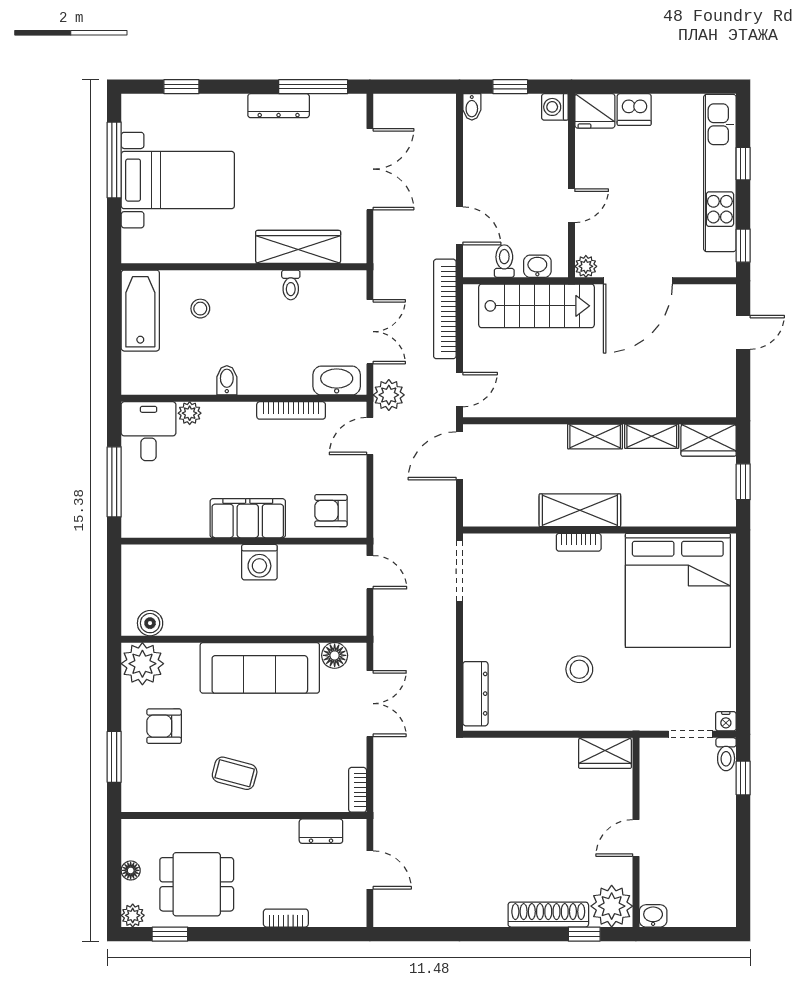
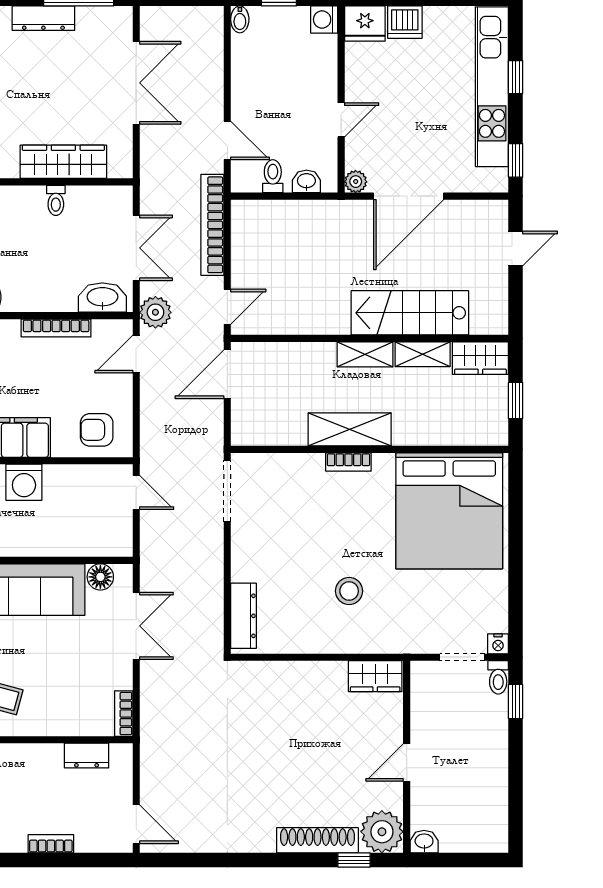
stairs: (536, 306) -> (410, 313), moved, turned 180
door: (370, 870) -> (136, 824), moved

